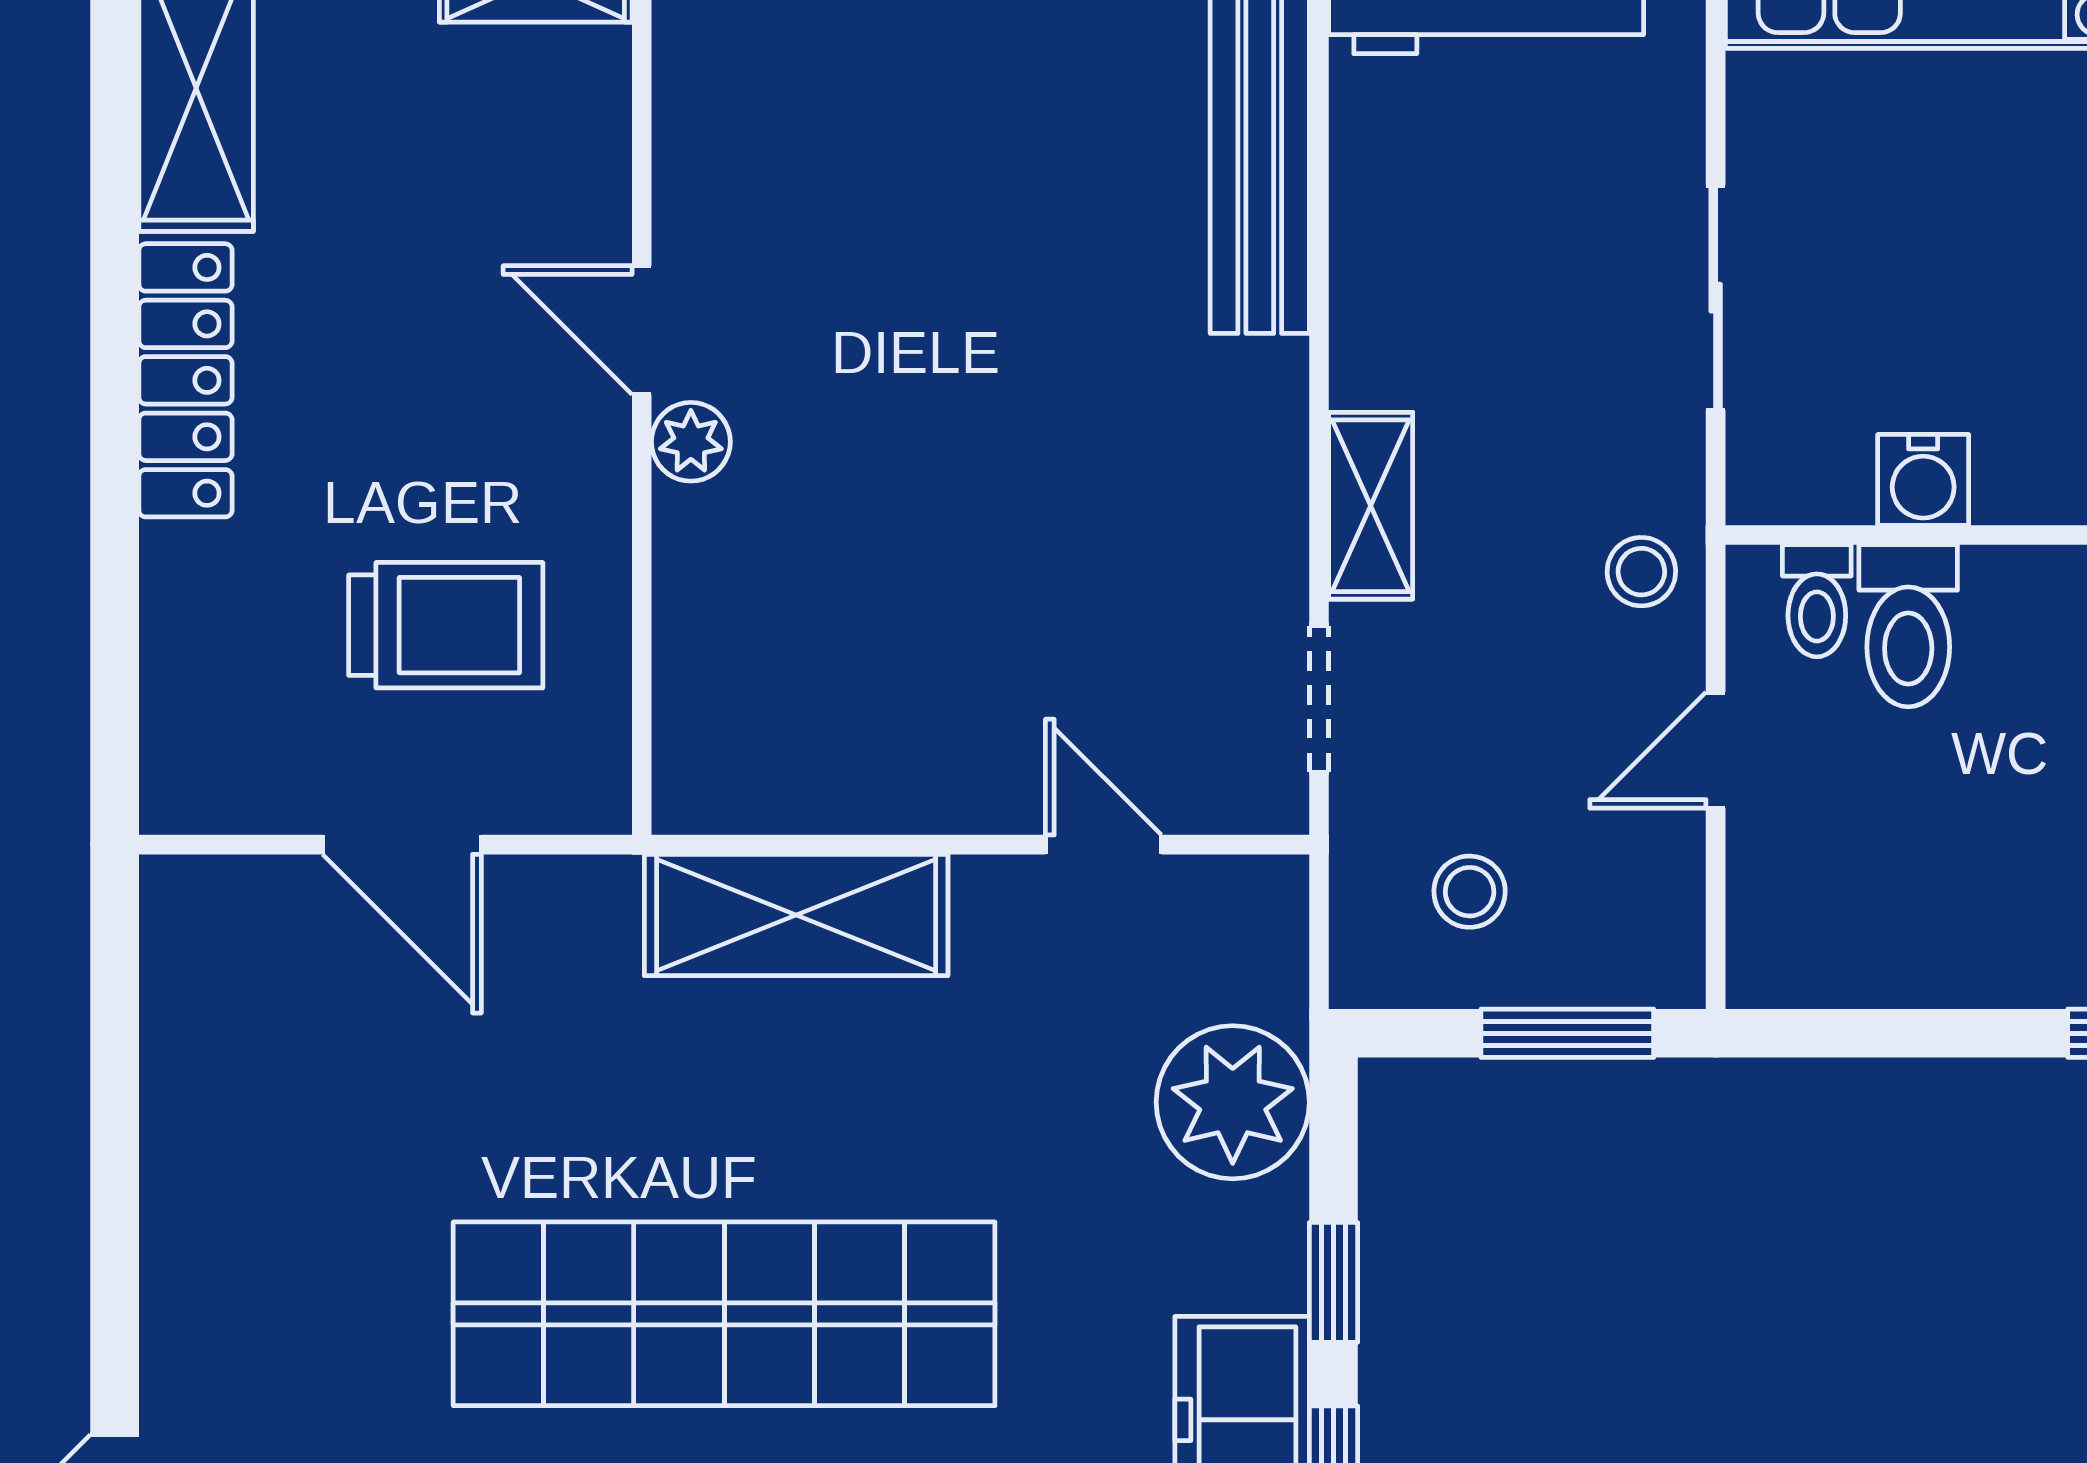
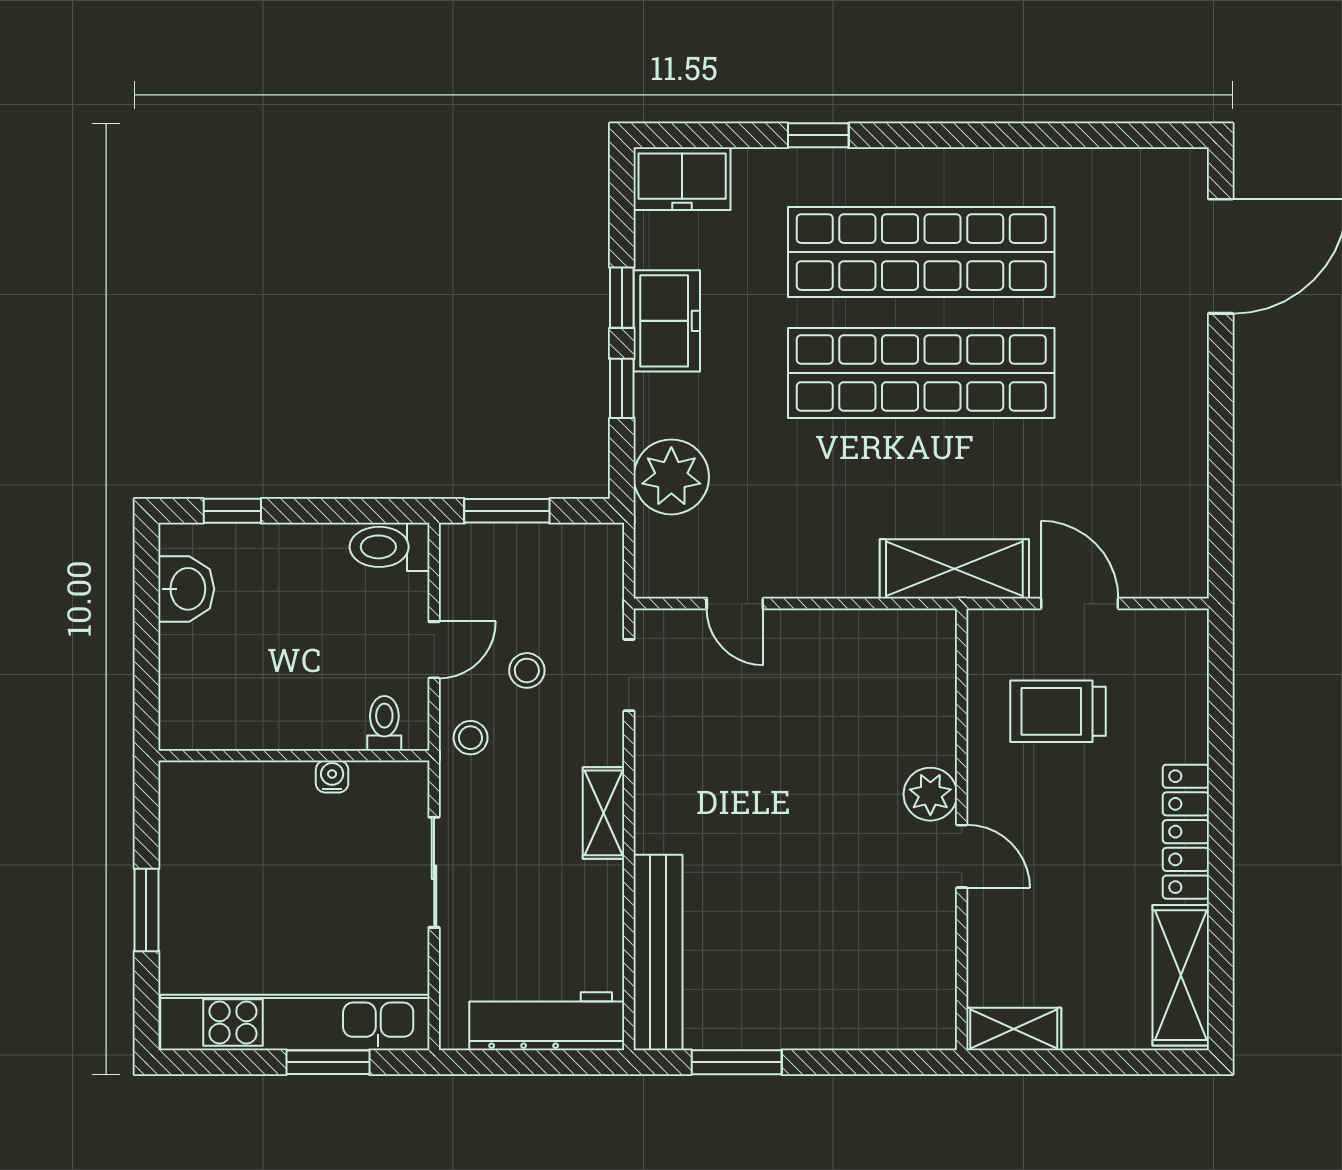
plant: (691, 442) -> (930, 794), width x1.38, depth x1.38
water cooler: (1923, 480) -> (332, 777), width x0.72, depth x0.72
shelving: (1371, 506) -> (604, 813), moved
toilet: (1908, 626) -> (389, 547), moved, turned -90
stool: (1470, 892) -> (527, 670), moved
shelving: (796, 915) -> (954, 569), moved

